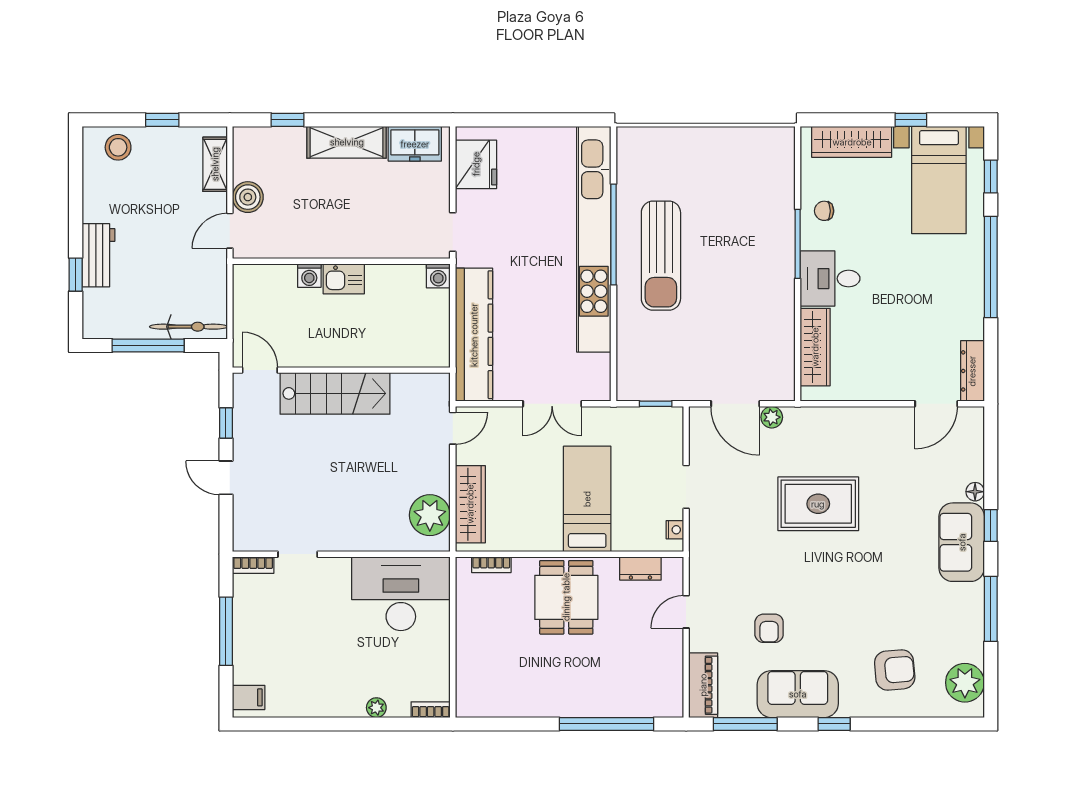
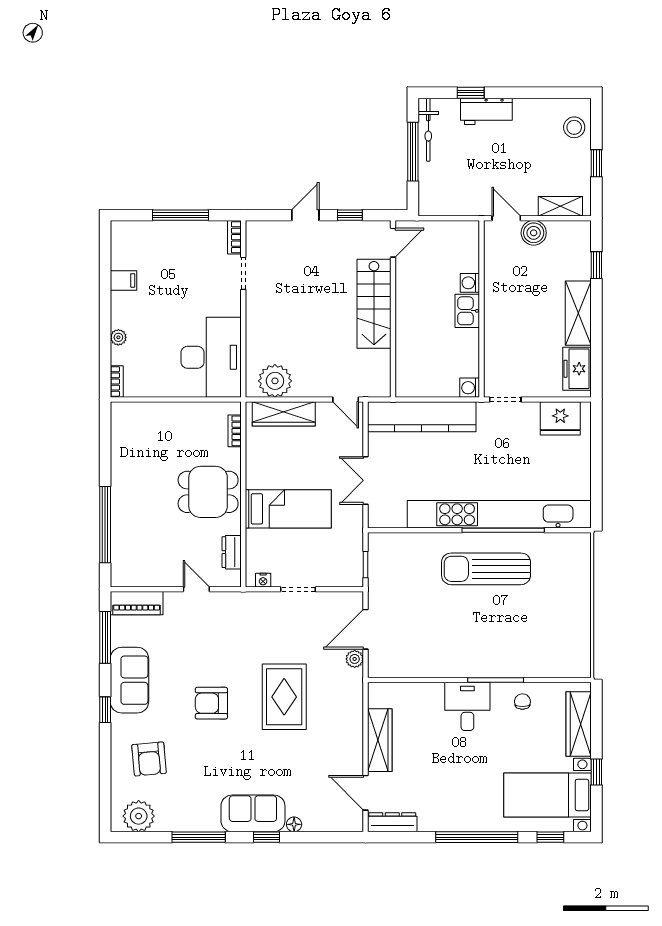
bicycle: (188, 327) -> (428, 130), moved
wardrobe: (815, 347) -> (380, 740), moved, turned -90
armchair: (769, 628) -> (211, 703), moved, width x1.38, depth x1.38
filing cabinet: (249, 697) -> (123, 280), moved, turned -90

